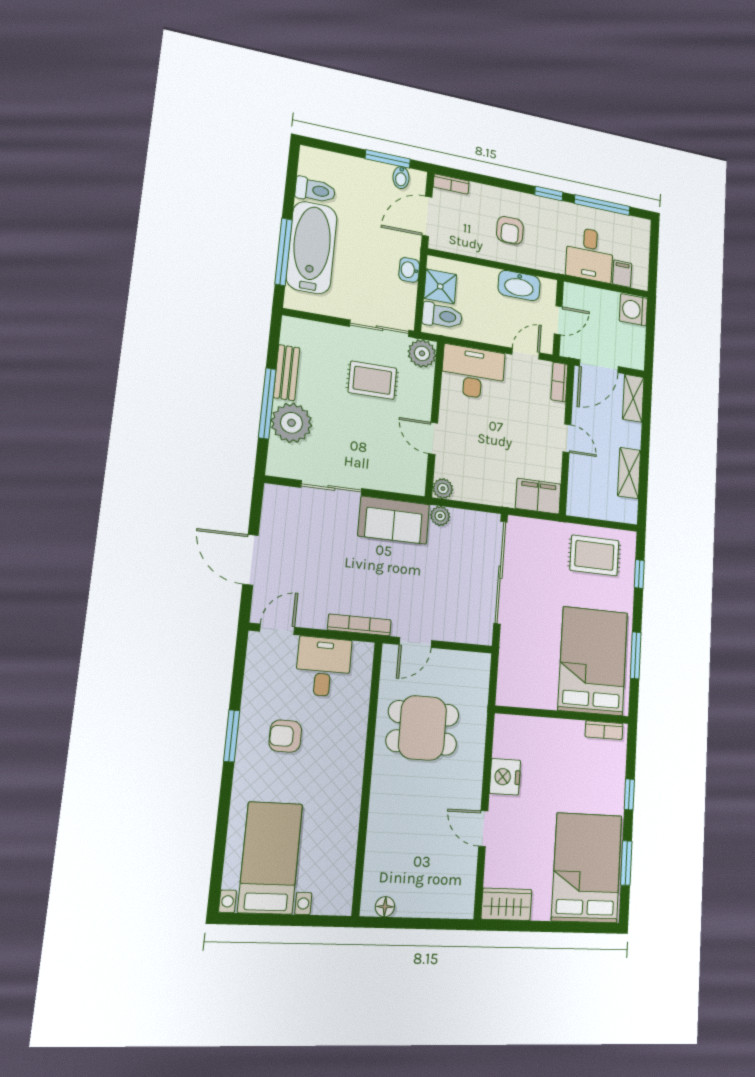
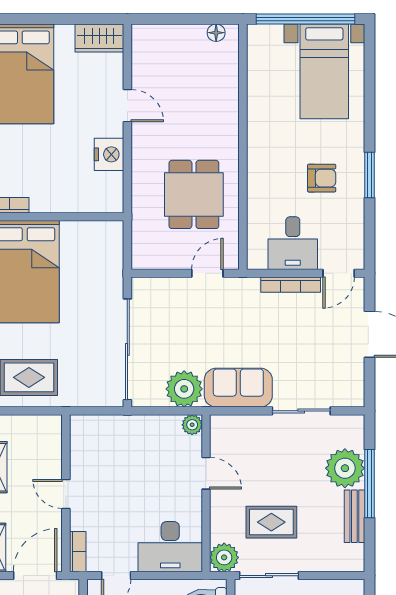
filing cabinet: (538, 496) -> (93, 430), removed
plant: (440, 516) -> (184, 389), width x1.88, depth x1.88
bookcase: (359, 625) -> (291, 285), moved
dining table: (423, 728) -> (194, 194), turned 90
window: (285, 920) -> (305, 19), added

